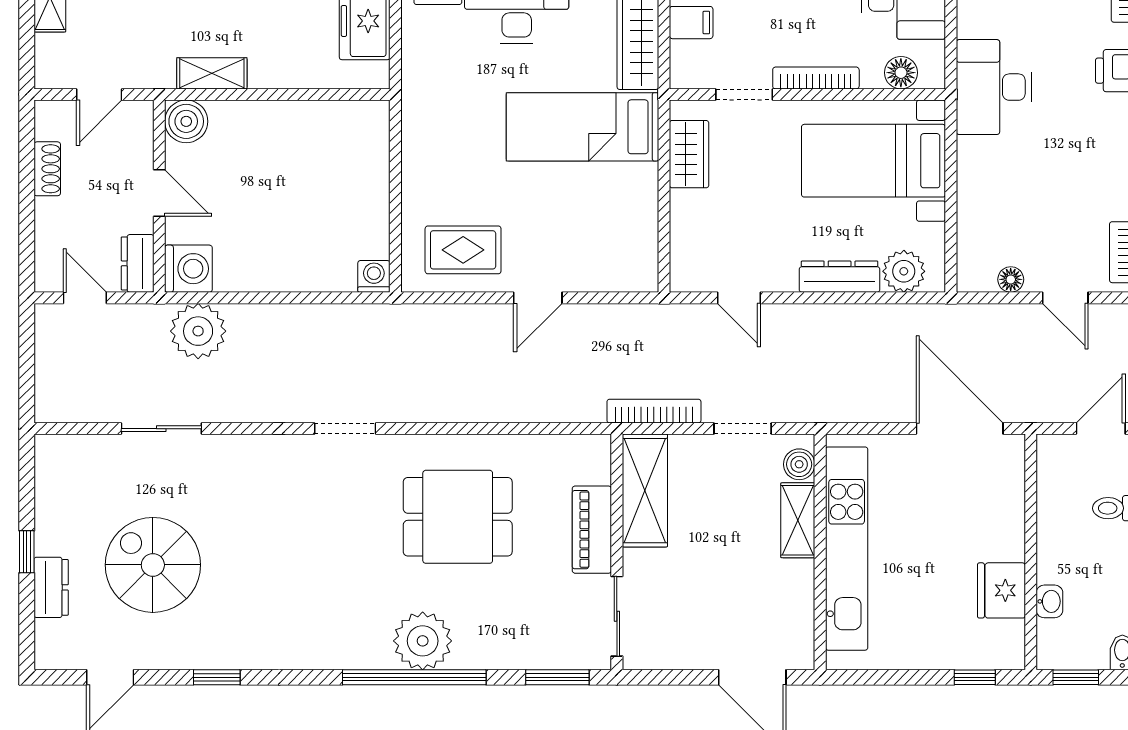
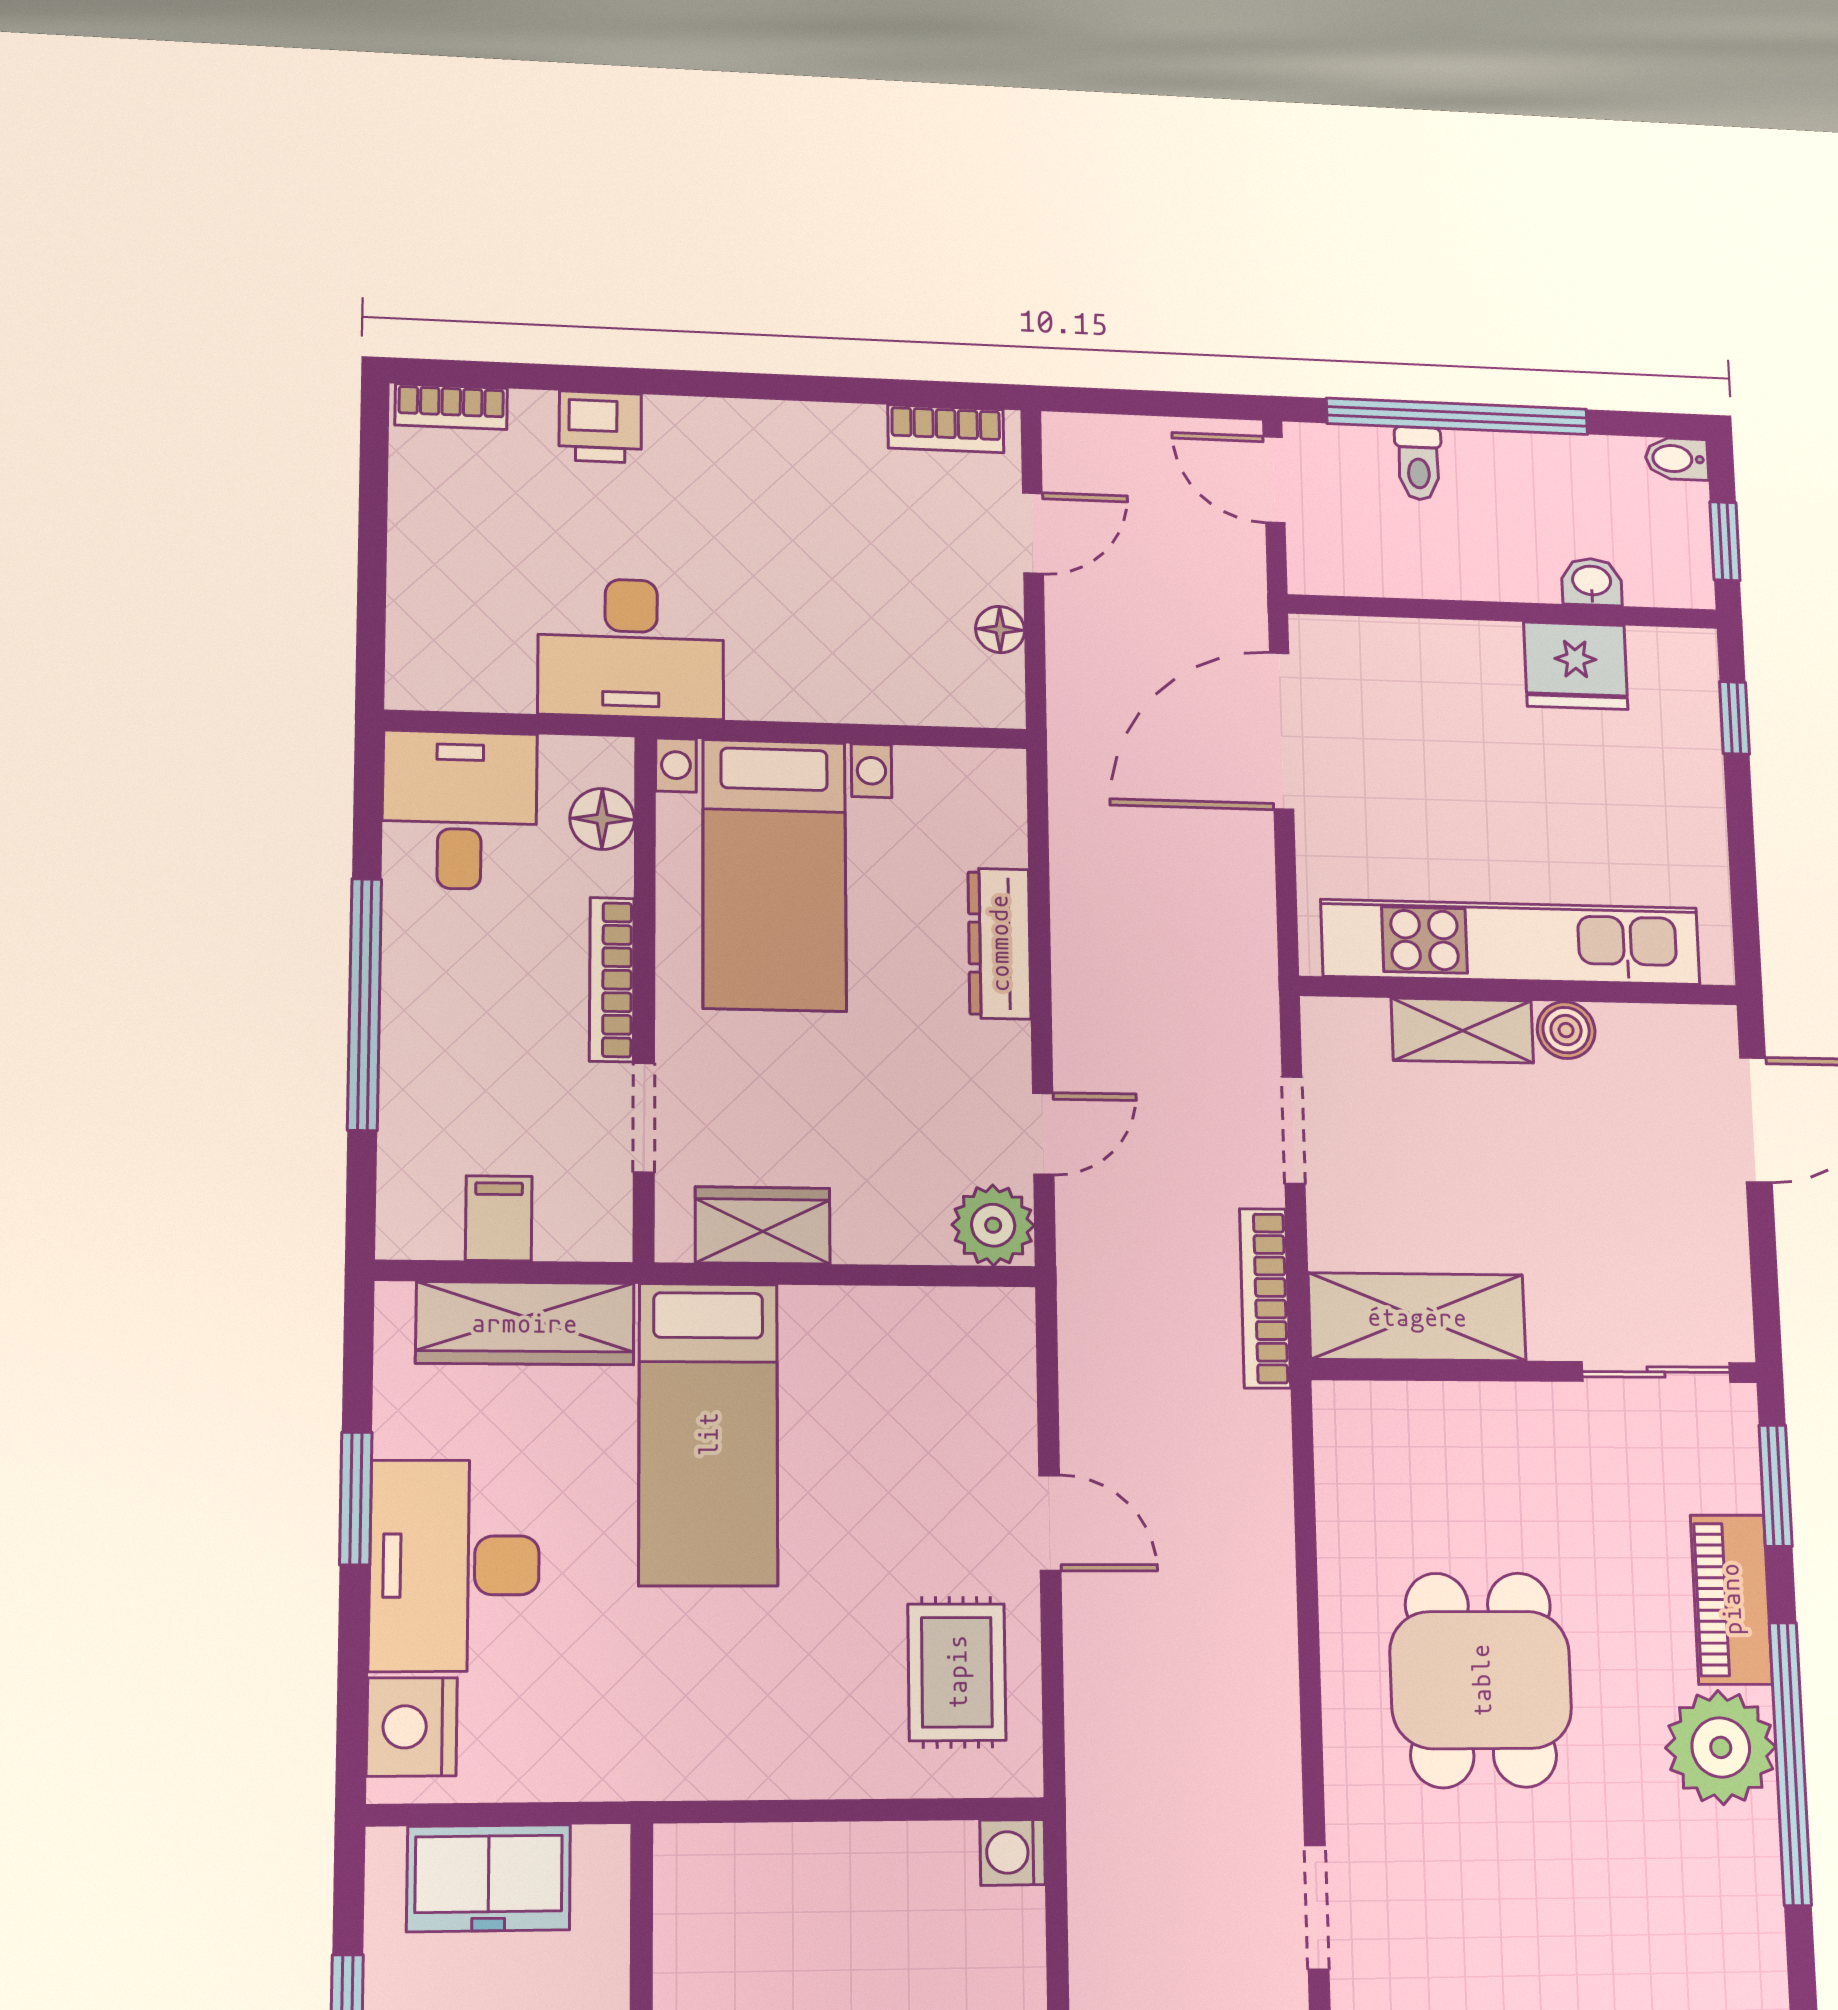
plant: (904, 271) -> (993, 1225), moved
boiler: (799, 464) -> (1566, 1030), moved
piano: (592, 530) -> (1731, 1599), moved, turned 90

